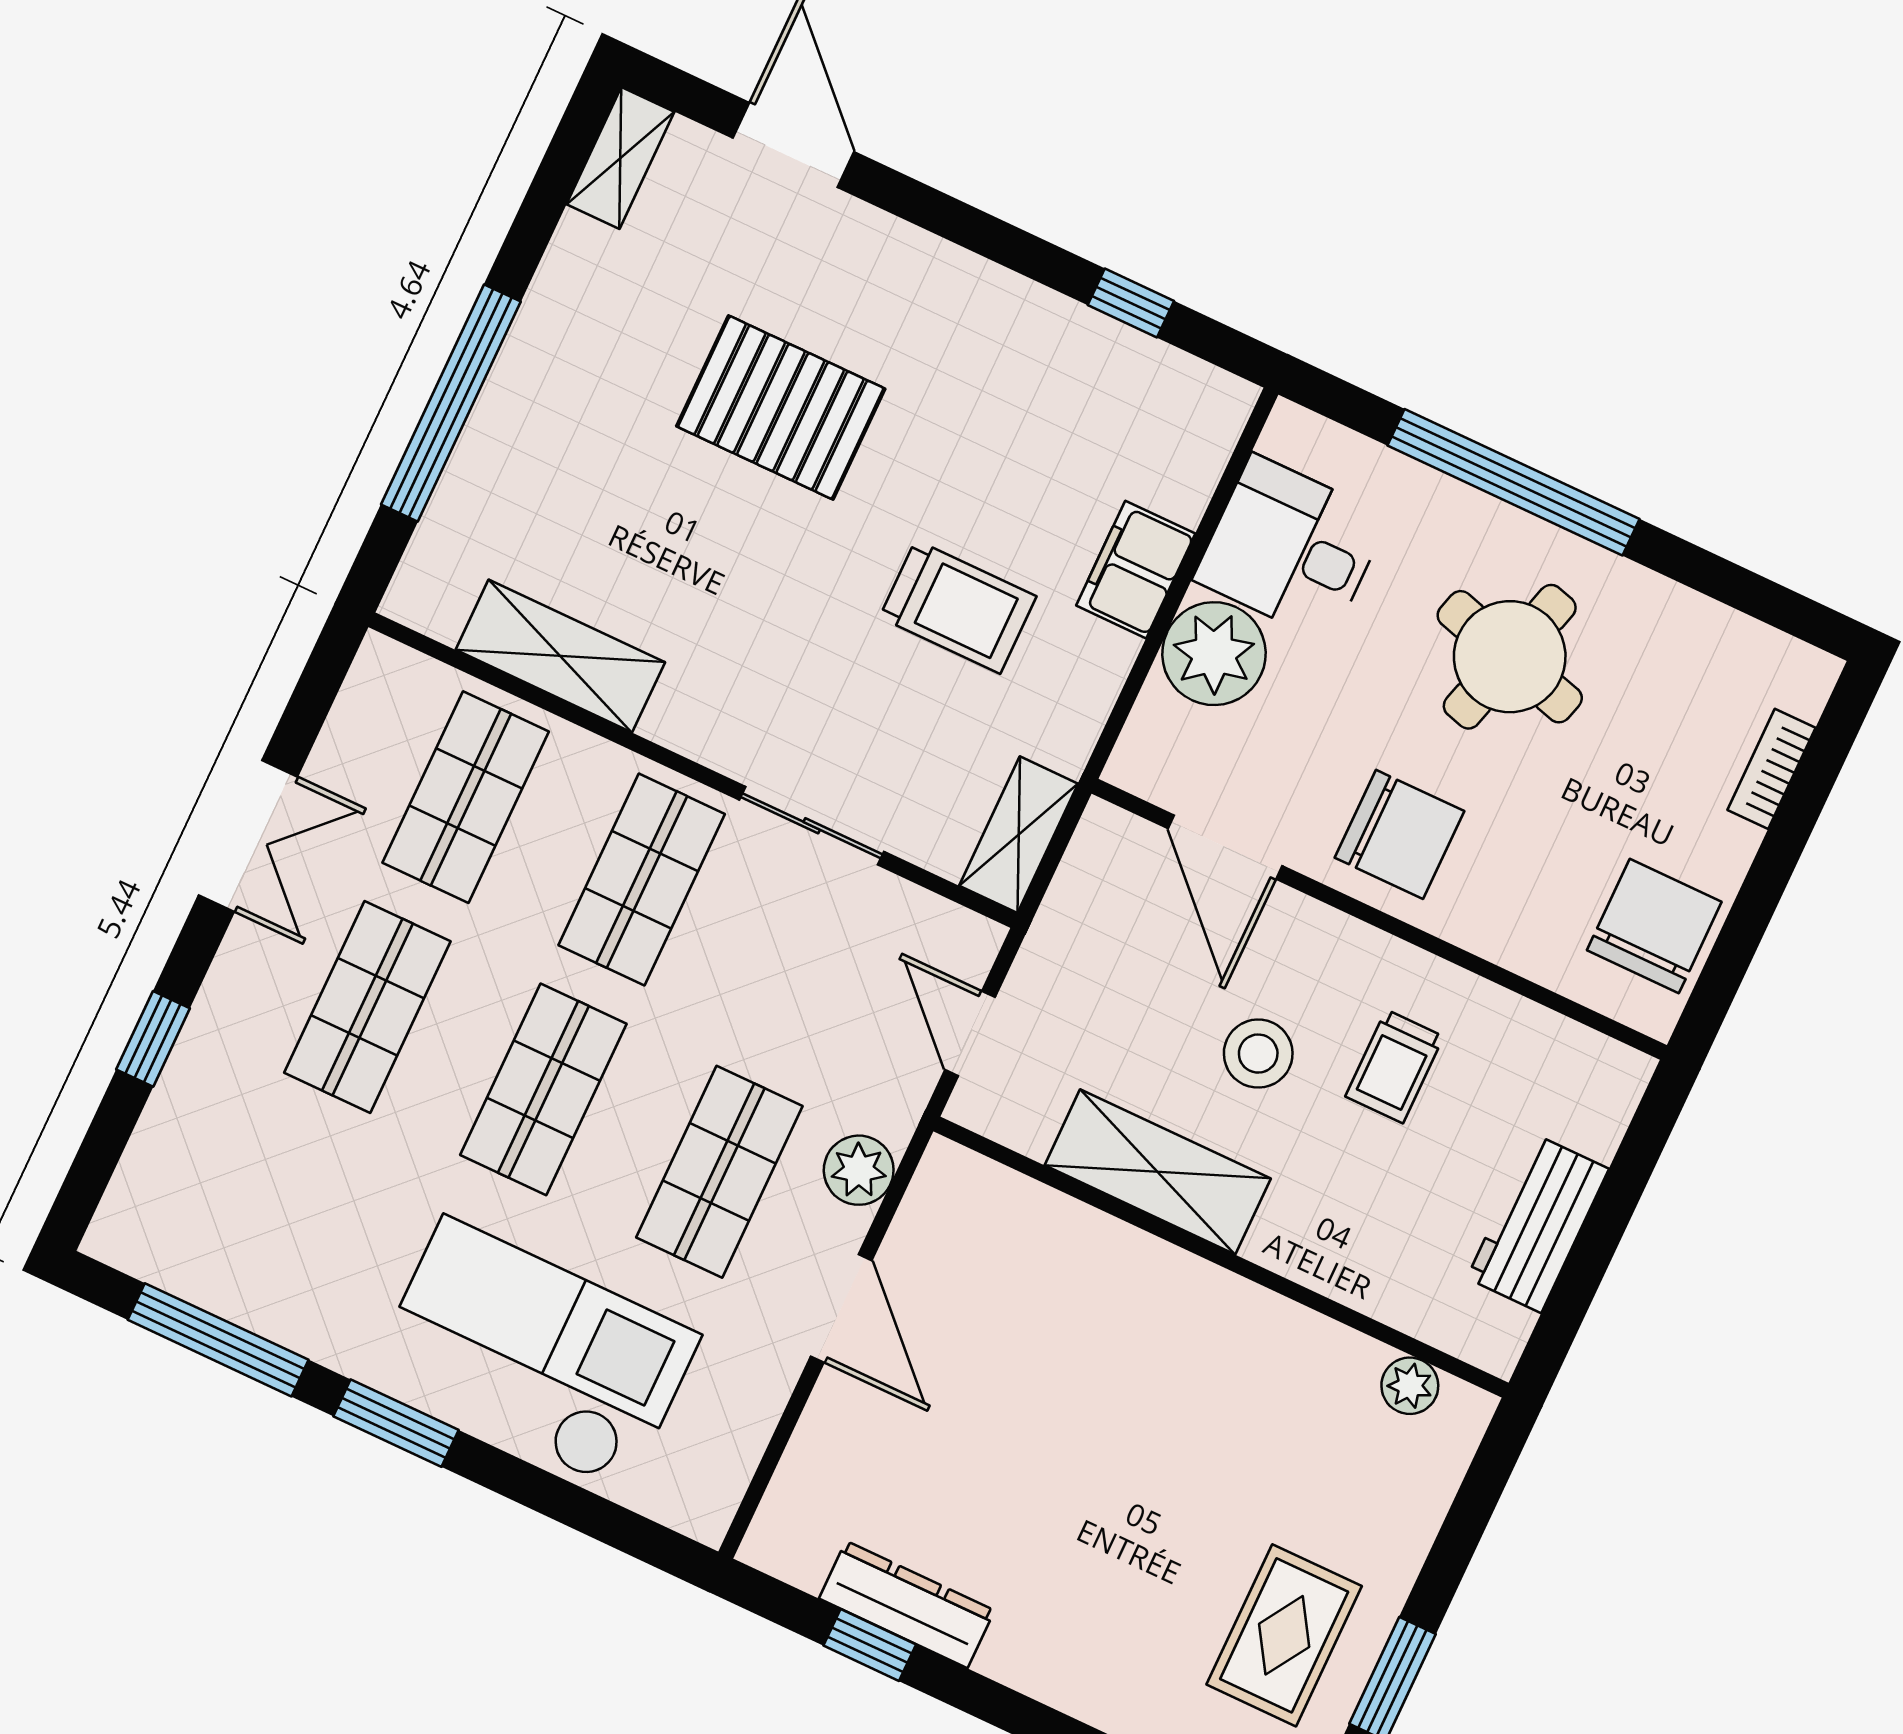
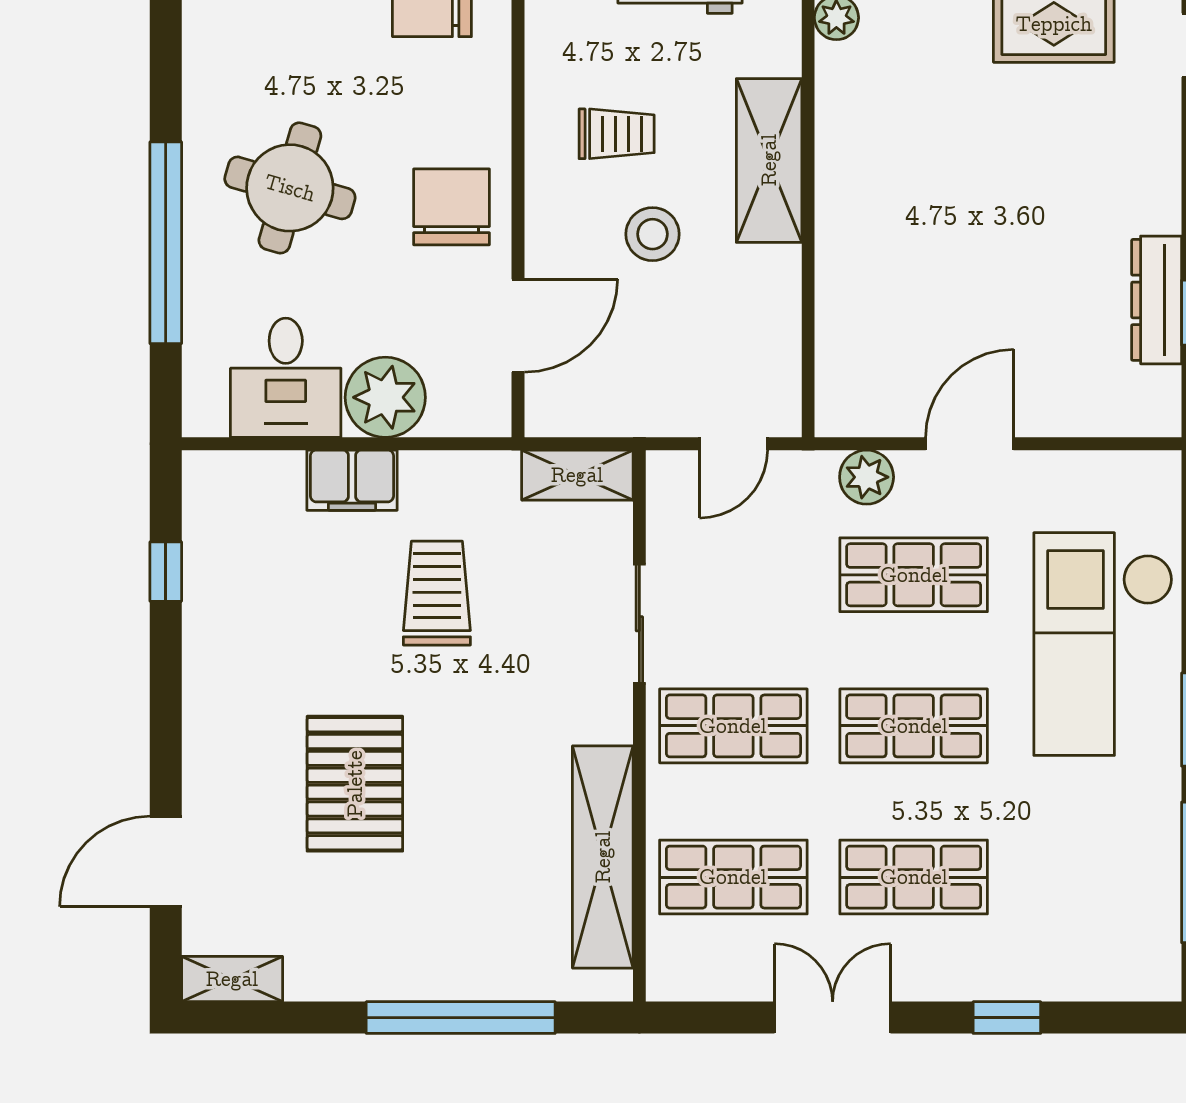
shelving: (560, 656) -> (603, 857), width x1.47
shelving: (1158, 1172) -> (769, 160), moved

